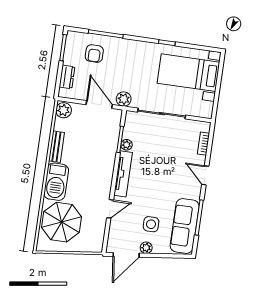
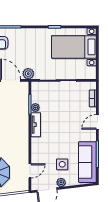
tv unit: (123, 174) -> (36, 125), width x0.71
door: (205, 175) -> (97, 122), hinge flipped
door: (110, 209) -> (30, 171), moved

